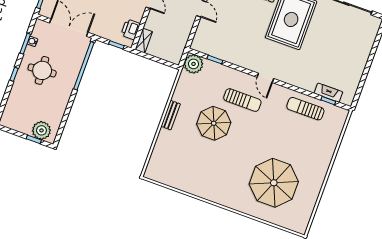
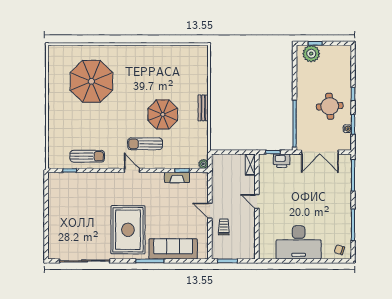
printer: (131, 29) -> (282, 161), moved, turned 90
plant: (194, 64) -> (203, 164), width x0.53, depth x0.53
fireplace: (328, 93) -> (177, 177), moved

